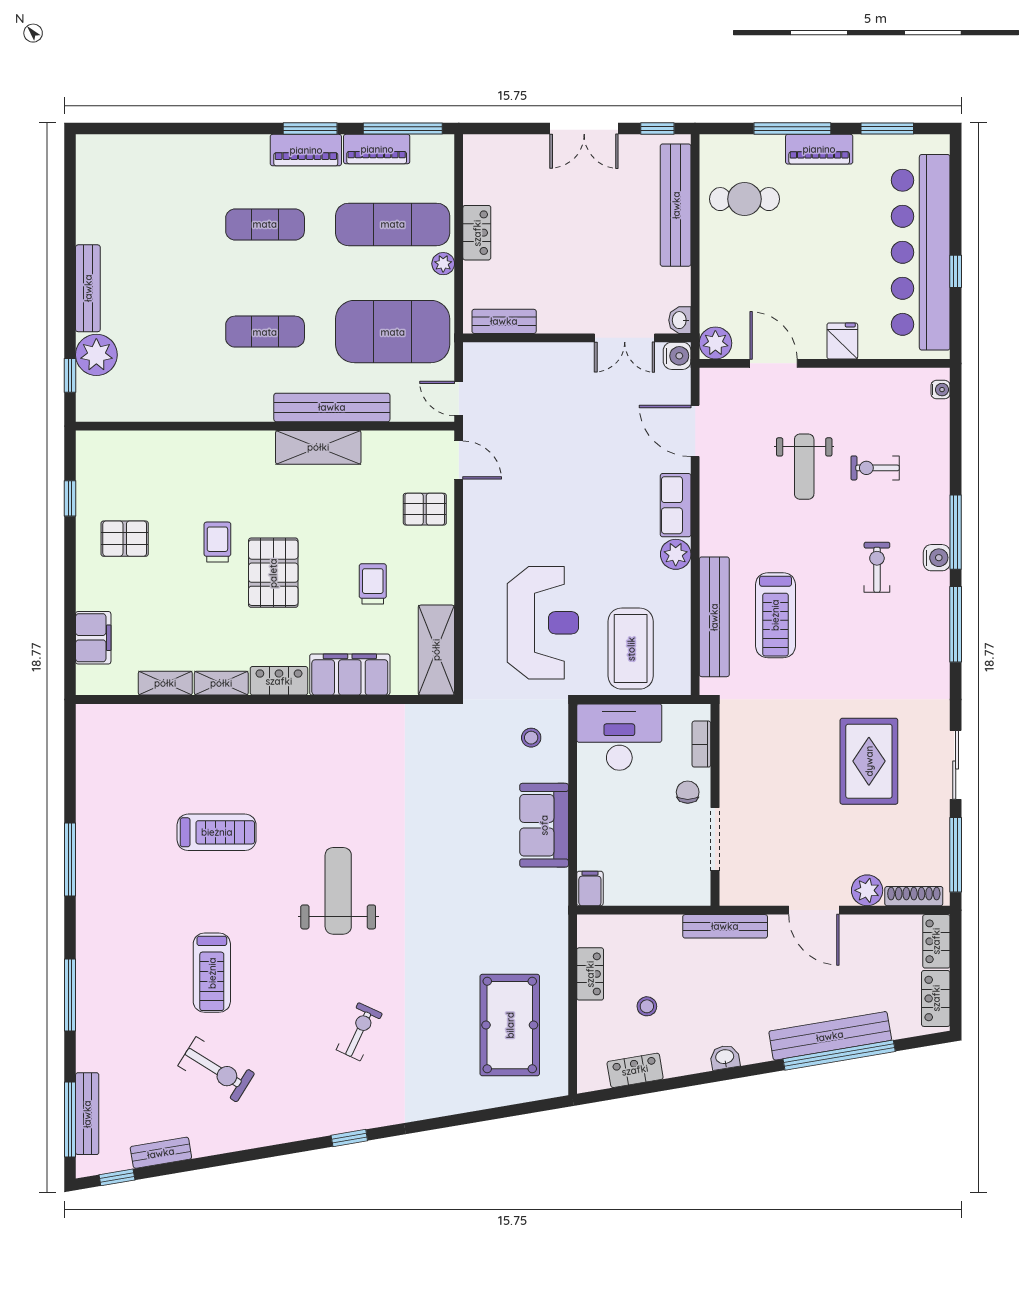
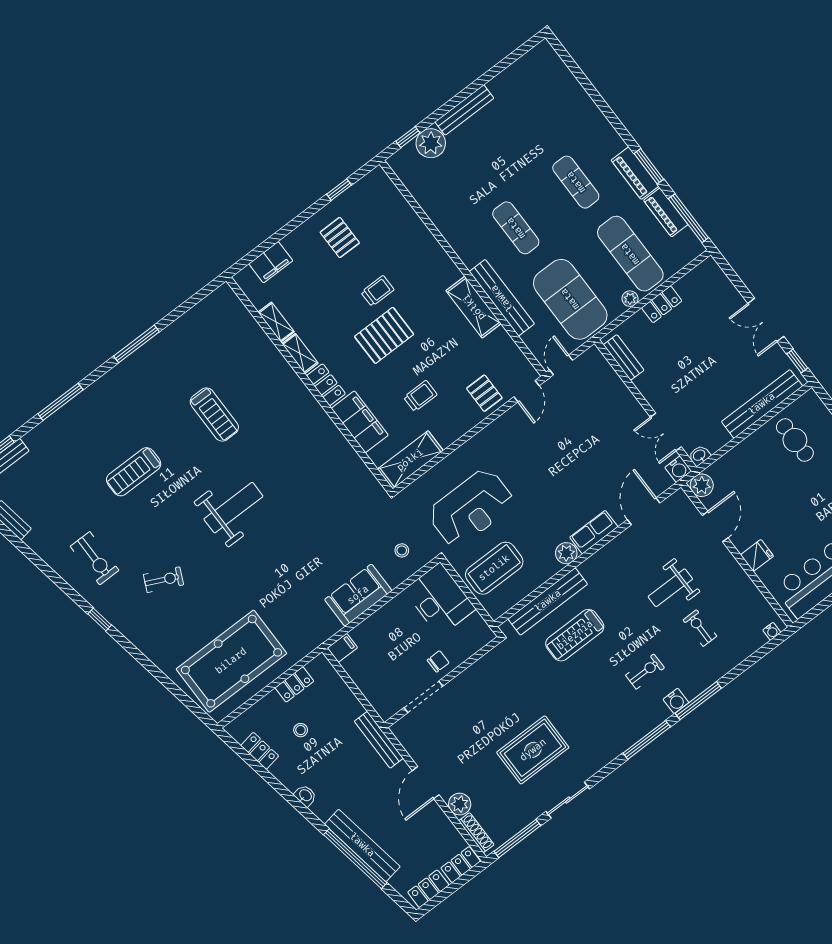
bookcase: (701, 744) -> (471, 649), removed
pool table: (510, 1025) -> (231, 661), width x1.36, depth x1.32
exercise bike: (216, 1069) -> (95, 558), moved, turned -32

